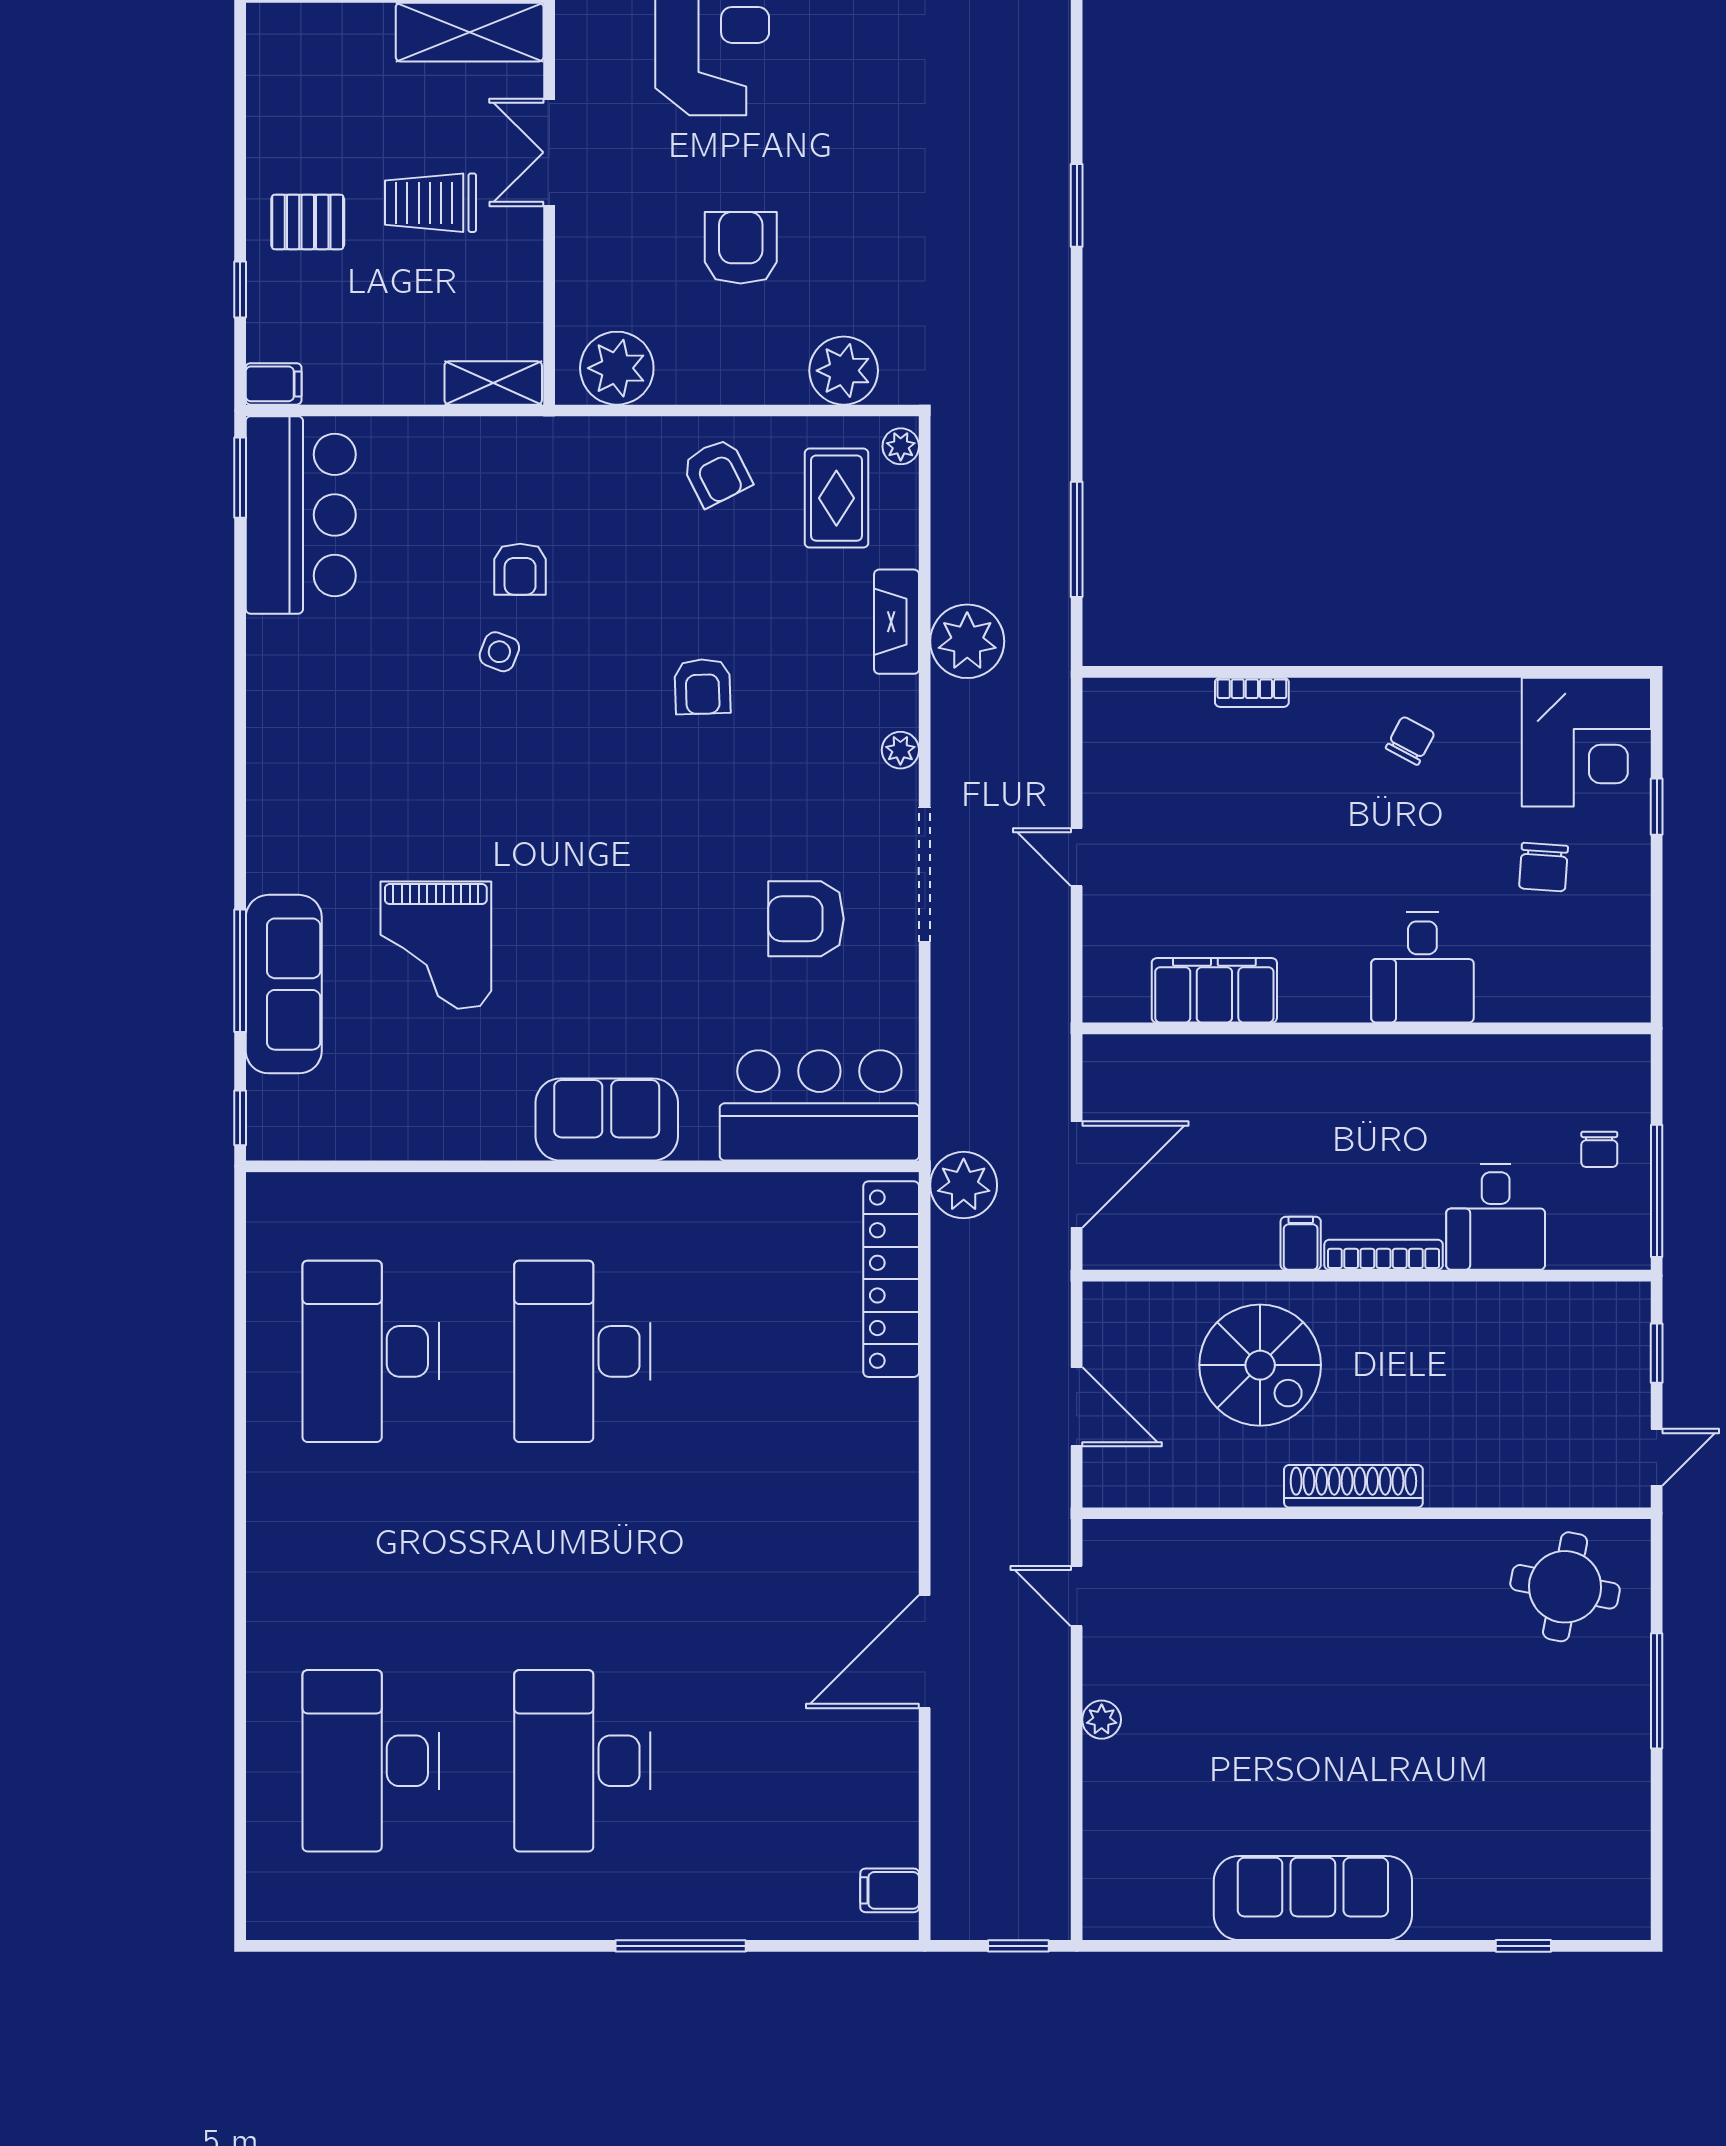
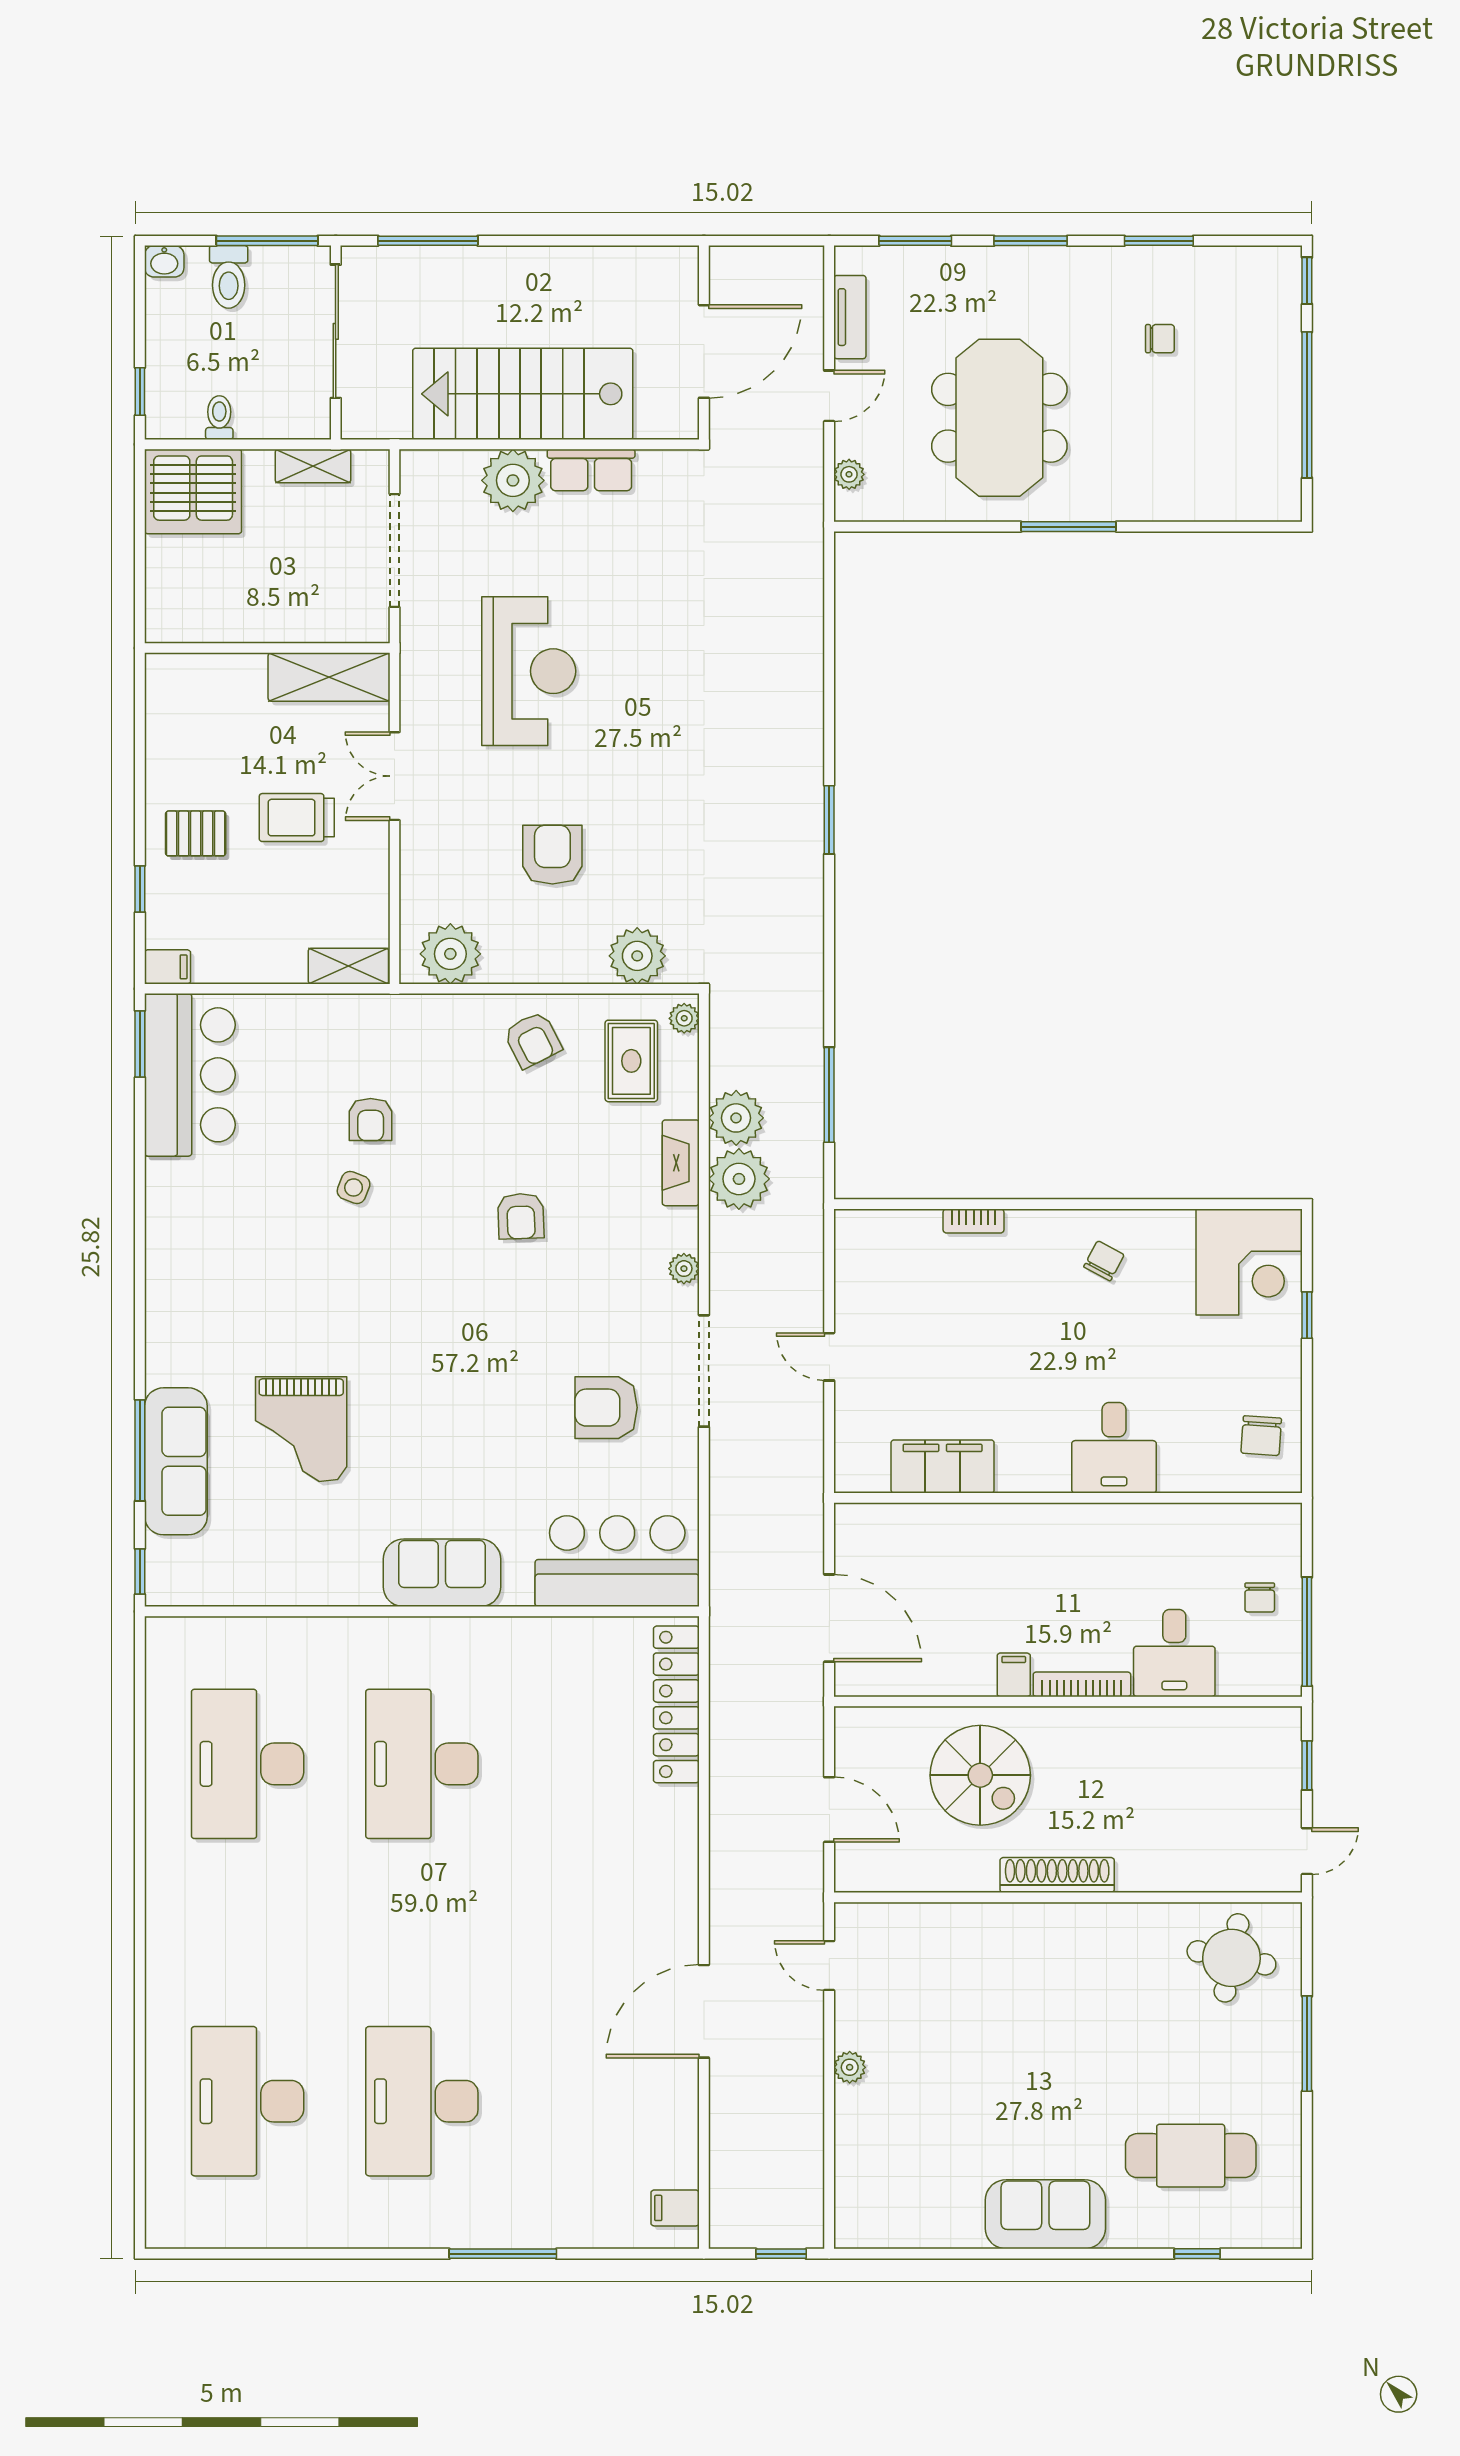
chair: (1543, 867) -> (1261, 1436), moved
door: (1077, 1174) -> (829, 1618), hinge flipped
plant: (964, 1185) -> (736, 1118), moved
cafe table: (1515, 1827) -> (1191, 2156), added
sofa: (1313, 1898) -> (1045, 2214), width x0.73

